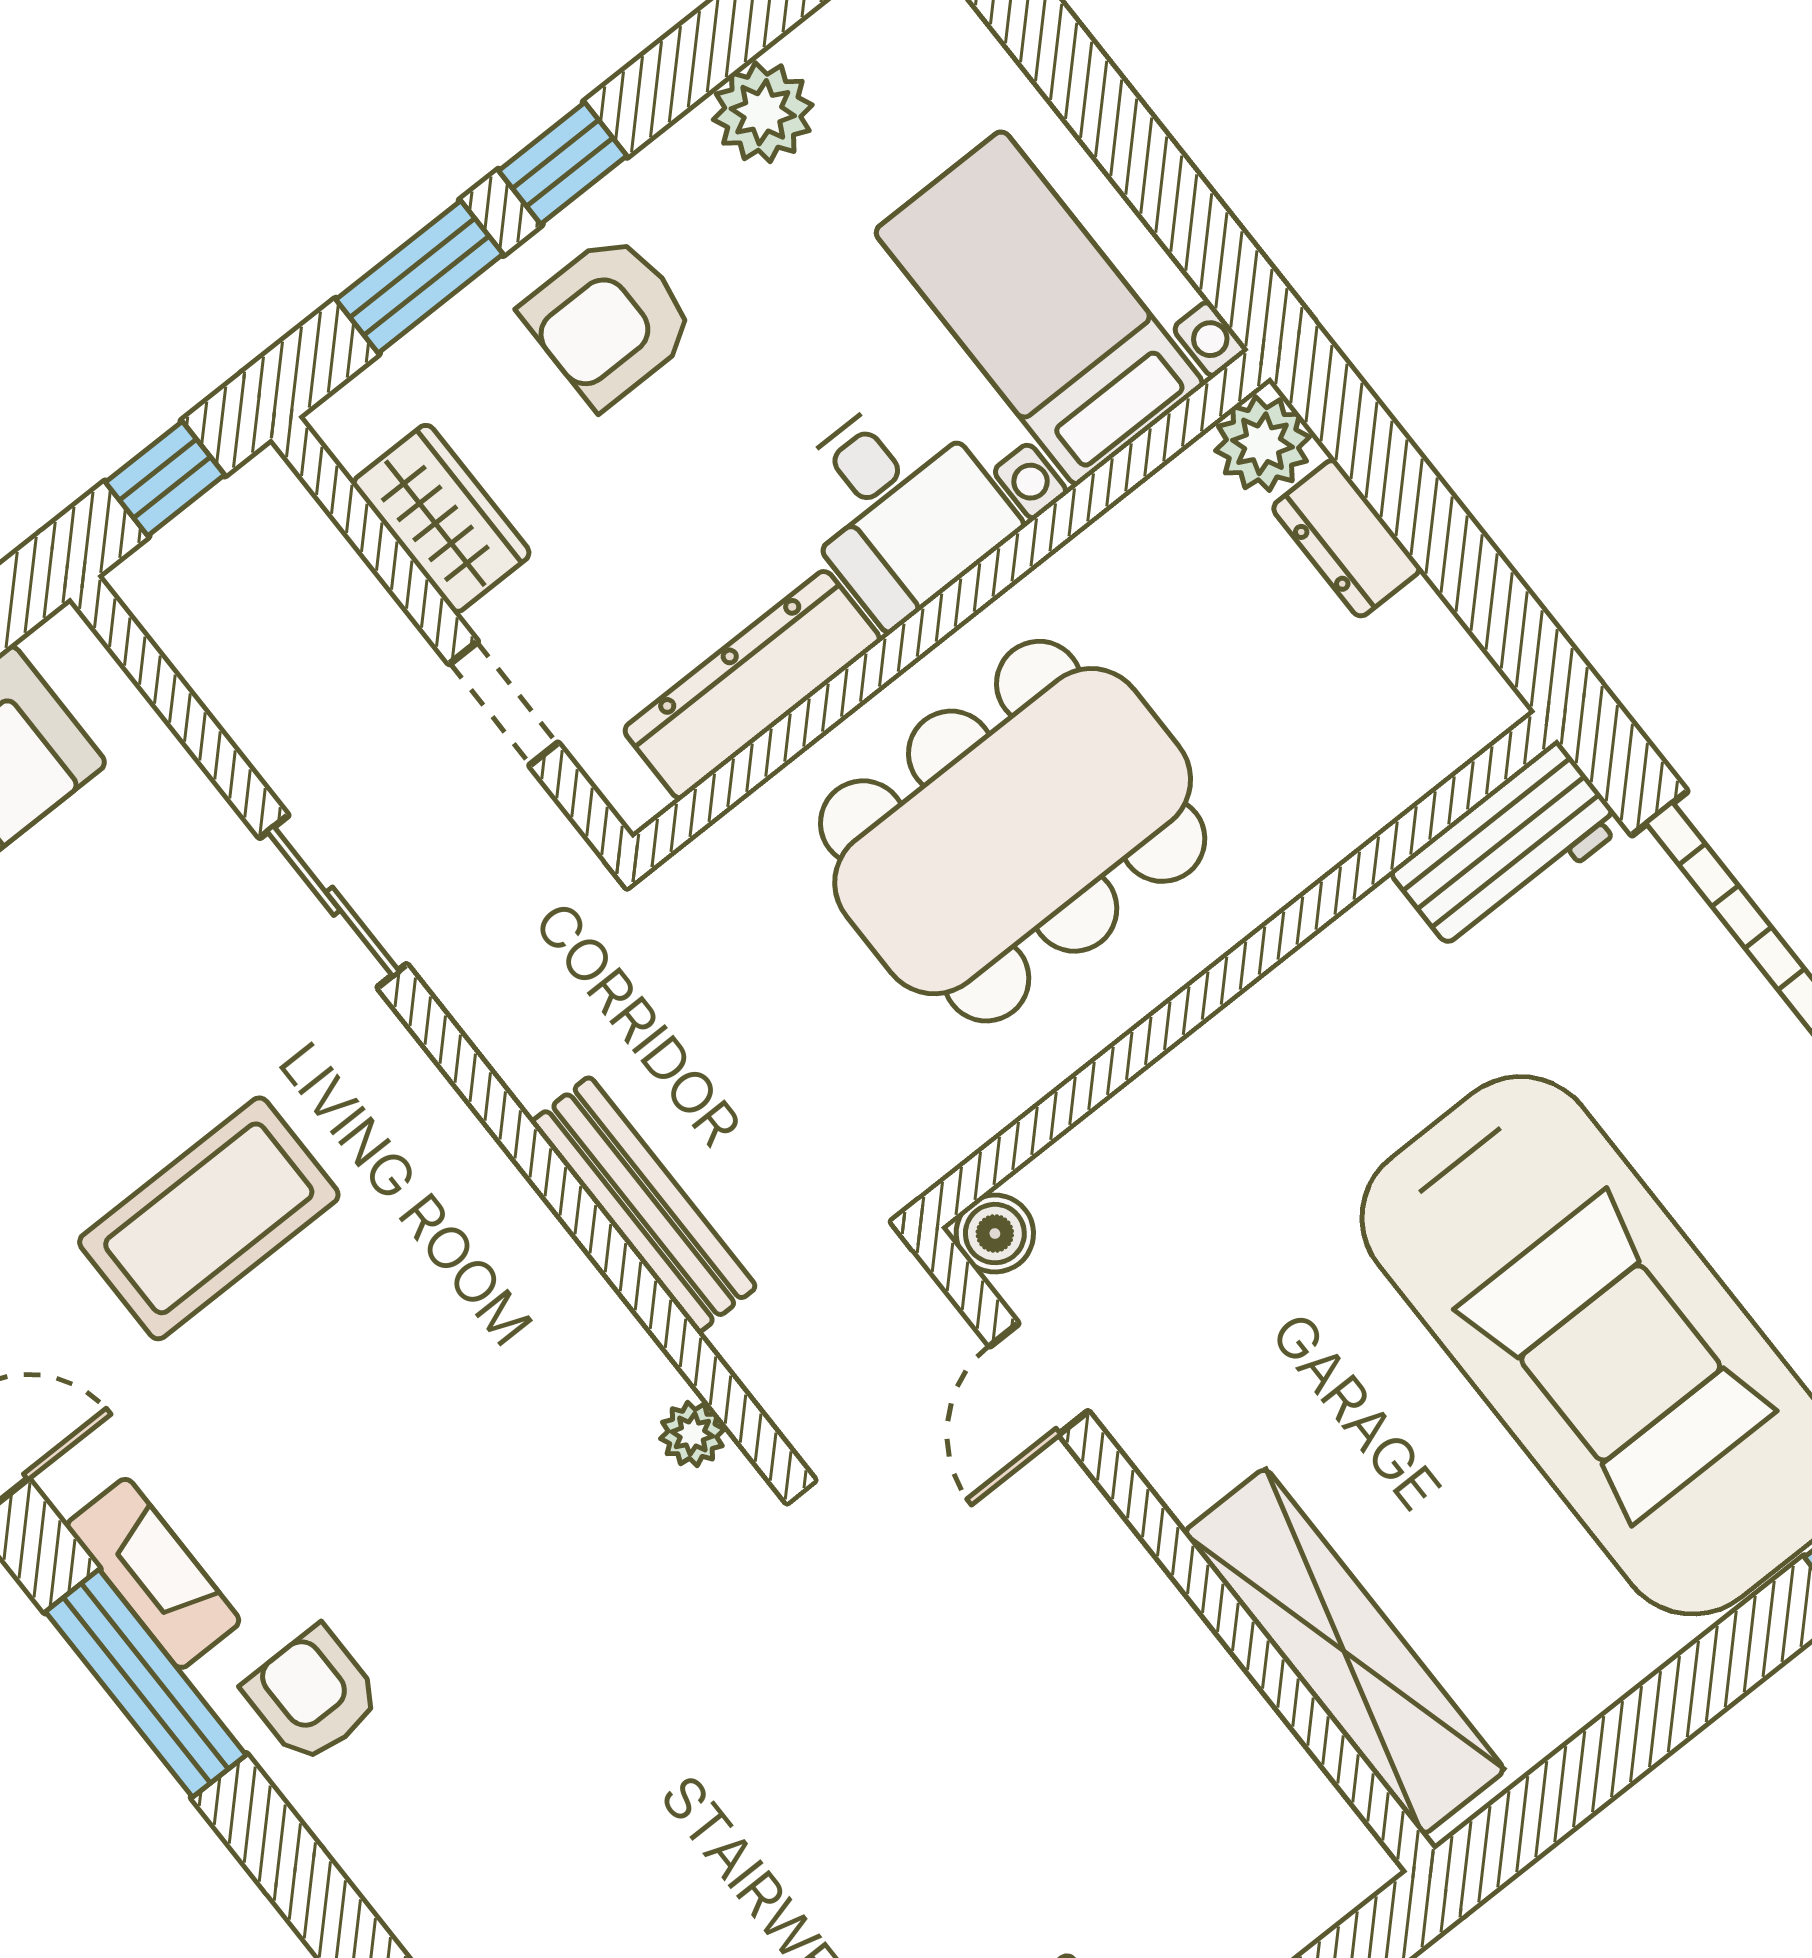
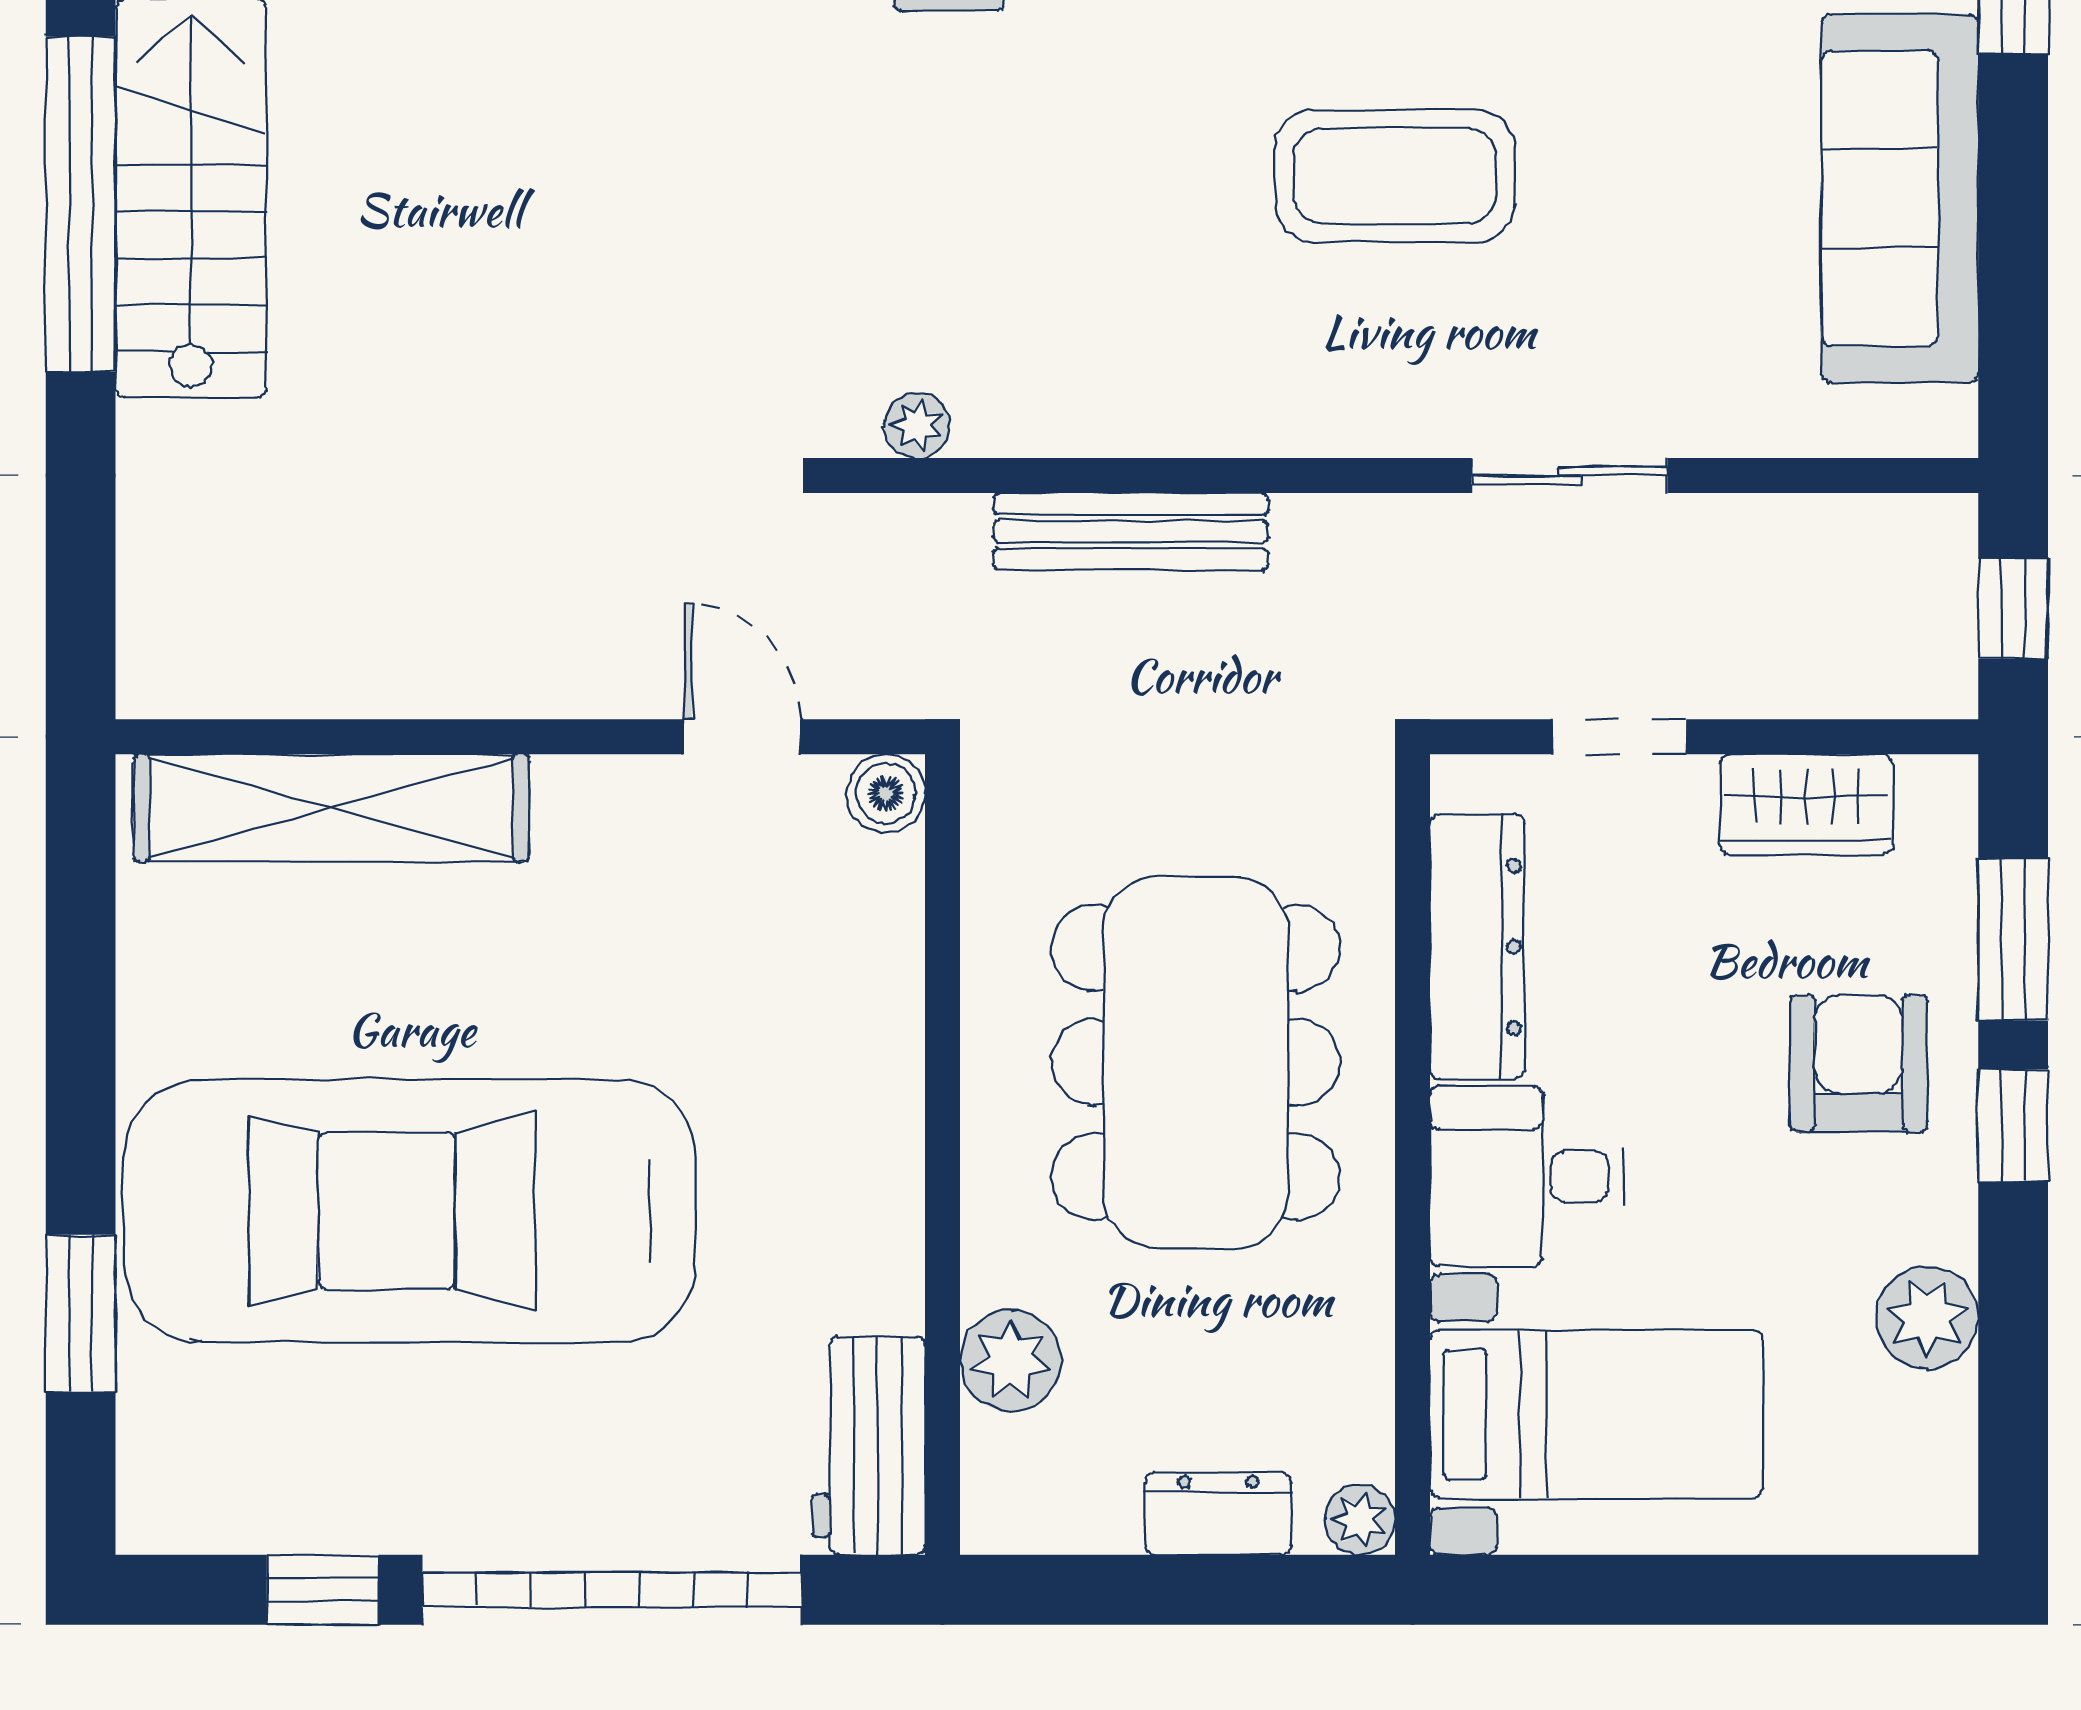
plant: (1263, 444) -> (1360, 1520), width x0.73, depth x0.73
plant: (1355, 792) -> (1010, 1360), added
coffee table: (209, 1218) -> (1395, 176), turned 90

